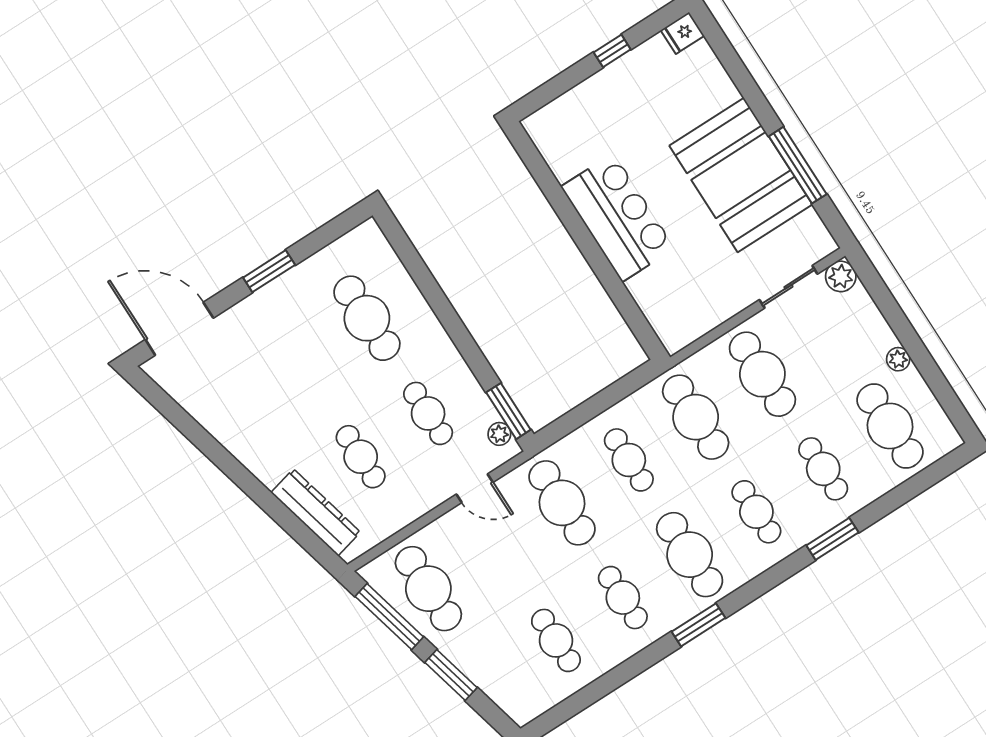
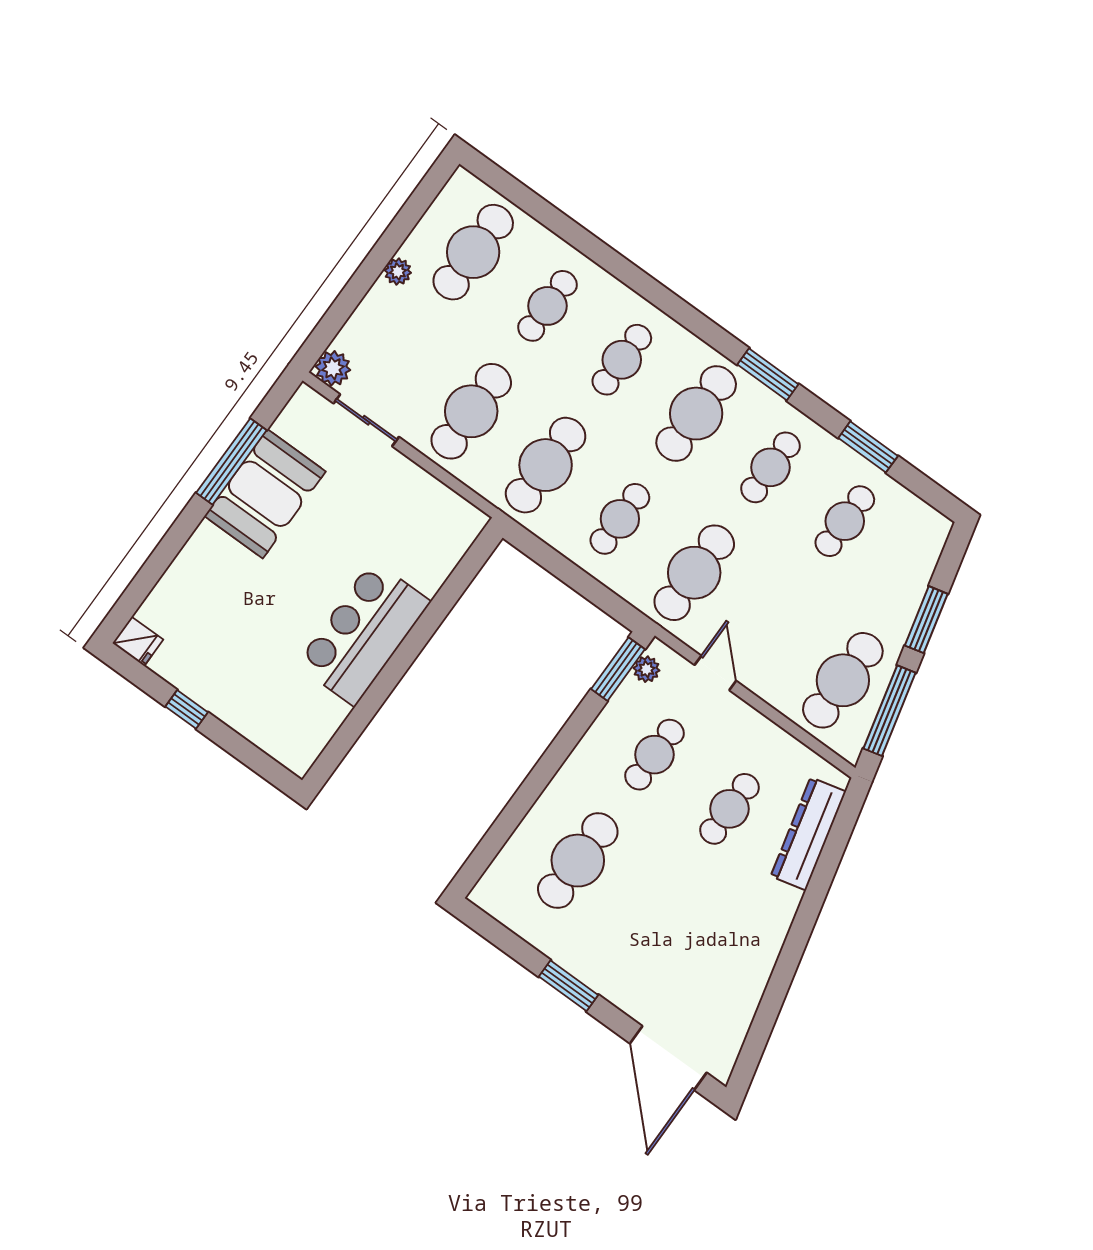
booth: (741, 175) -> (265, 494), width x0.73, depth x0.70
window: (832, 539) -> (868, 447), moved

